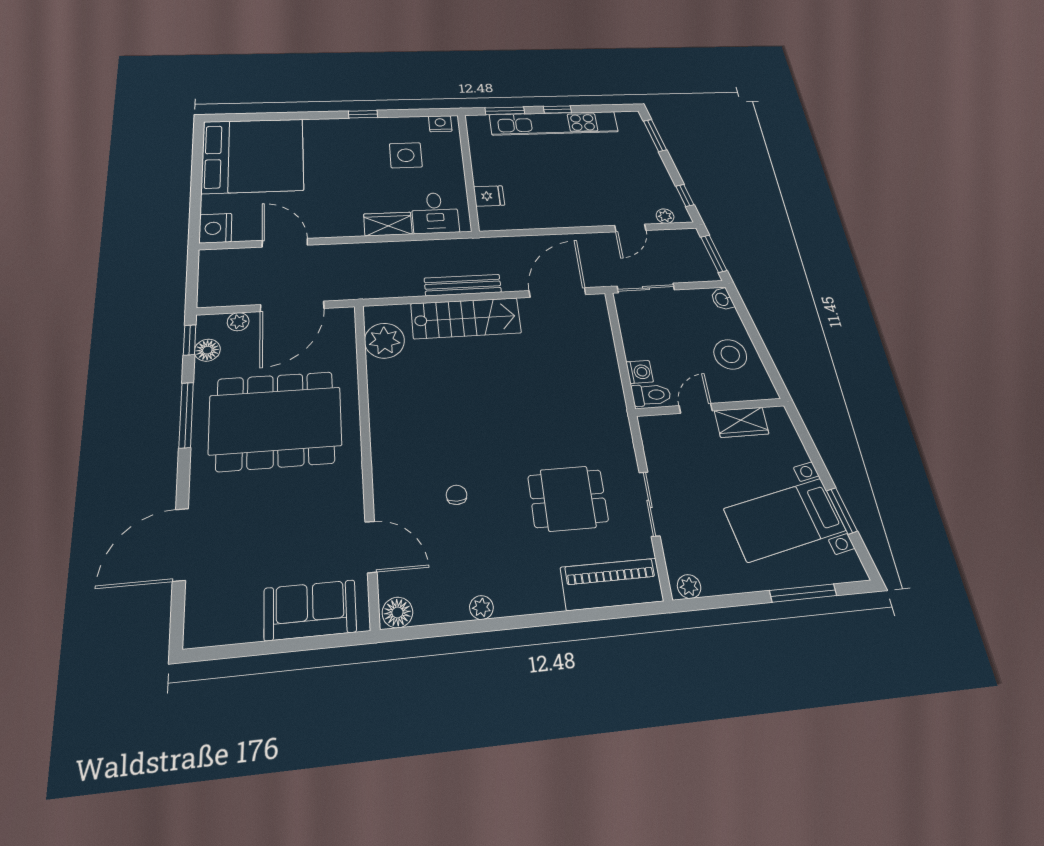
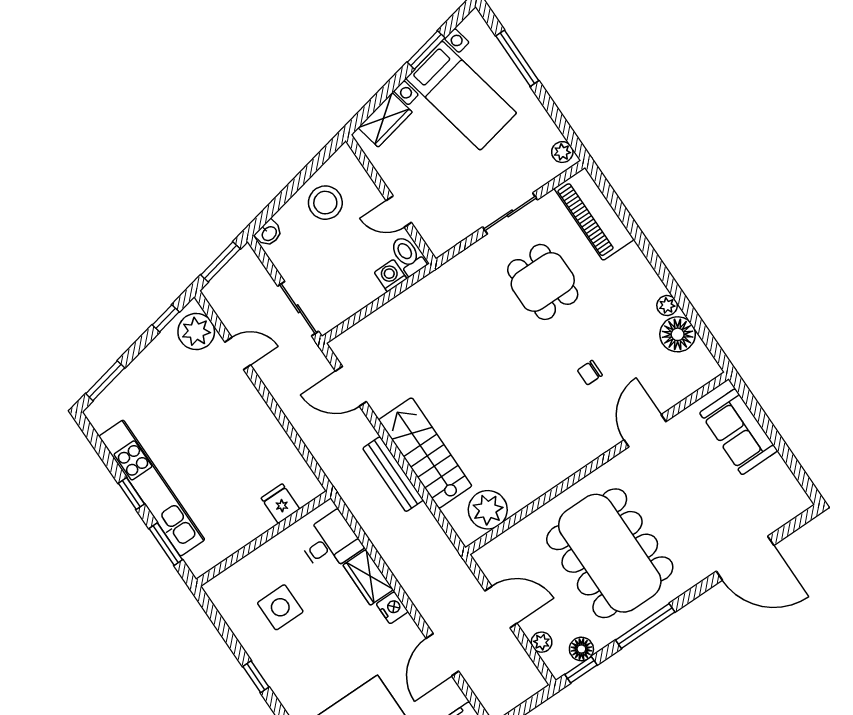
nightstand: (440, 124) -> (392, 608), moved, turned 180
plant: (665, 216) -> (196, 332), width x1.88, depth x1.88
door: (557, 293) -> (351, 386), width x0.73
door: (292, 306) -> (501, 607), width x0.73
wardrobe: (741, 422) -> (385, 120), moved, turned 78
door: (371, 547) -> (645, 431), moved
floor lamp: (397, 612) -> (678, 334), moved, width x1.38, depth x1.38

